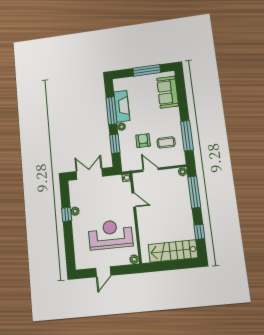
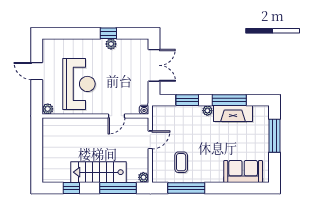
window: (147, 70) -> (274, 136), moved
armchair: (143, 141) -> (187, 135), removed
stairs: (173, 251) -> (98, 172), moved, turned -90

